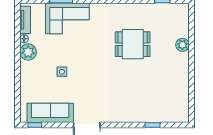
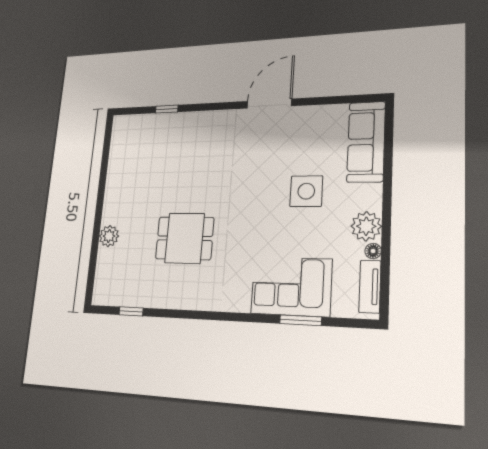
side table: (62, 72) -> (306, 191), width x1.87, depth x1.87
sofa: (50, 113) -> (366, 142), moved, turned 90
window: (35, 125) -> (358, 99), removed

